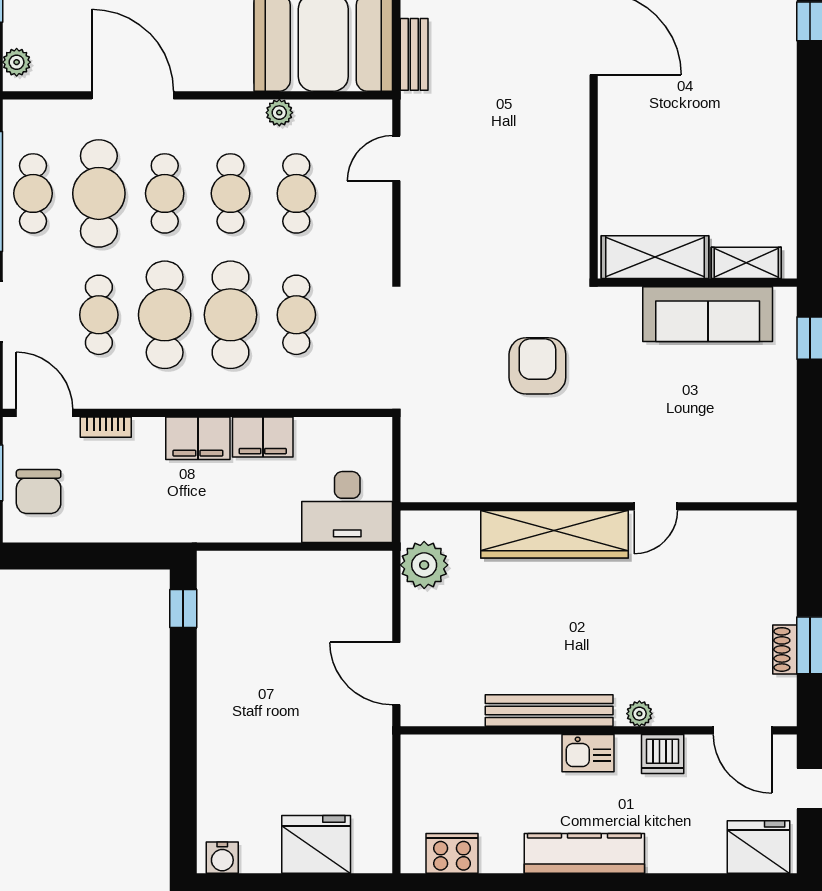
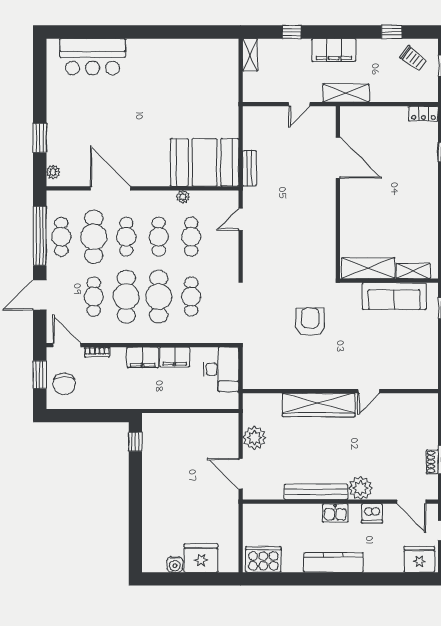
desk: (347, 507) -> (221, 369), moved, turned -90
plant: (424, 565) -> (254, 438), moved
plant: (639, 714) -> (361, 488), width x1.87, depth x1.87
cooker: (452, 853) -> (263, 559), width x1.37, depth x1.31
water cooler: (222, 858) -> (175, 564), moved

